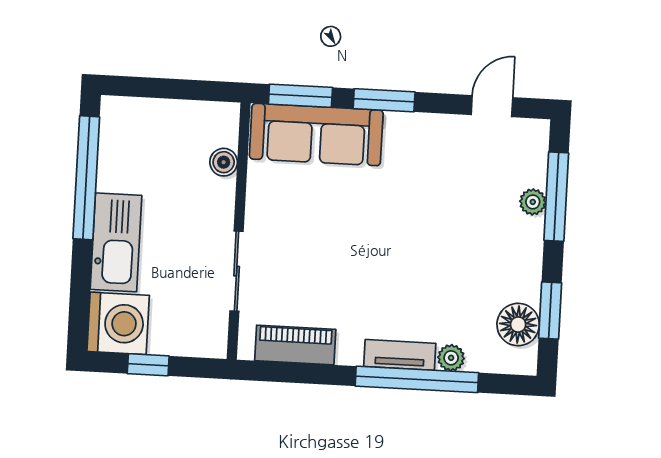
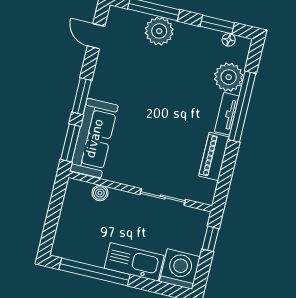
plant: (533, 202) -> (159, 31), width x1.88, depth x1.88
floor lamp: (518, 325) -> (229, 40), width x0.53, depth x0.53
piano: (295, 345) -> (214, 156), moved
plant: (451, 358) -> (229, 77), width x1.88, depth x1.88
window: (148, 365) -> (210, 239), moved

